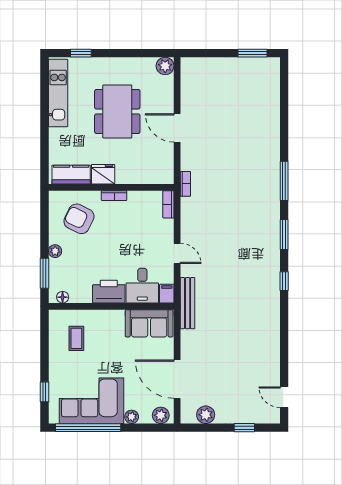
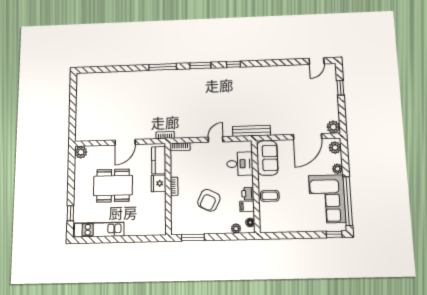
window: (252, 53) -> (73, 92), removed
fridge: (103, 174) -> (159, 183), moved
kitchen counter: (71, 175) -> (159, 160), moved
armchair: (79, 219) -> (209, 200), moved
plant: (55, 251) -> (236, 229), moved
window: (45, 273) -> (193, 238), moved
printer: (109, 292) -> (248, 194), width x0.53, depth x0.68
filing cabinet: (167, 294) -> (247, 206), moved
coffee table: (76, 338) -> (270, 196), moved
window: (45, 392) -> (334, 234), moved
plant: (206, 415) -> (333, 127), moved

